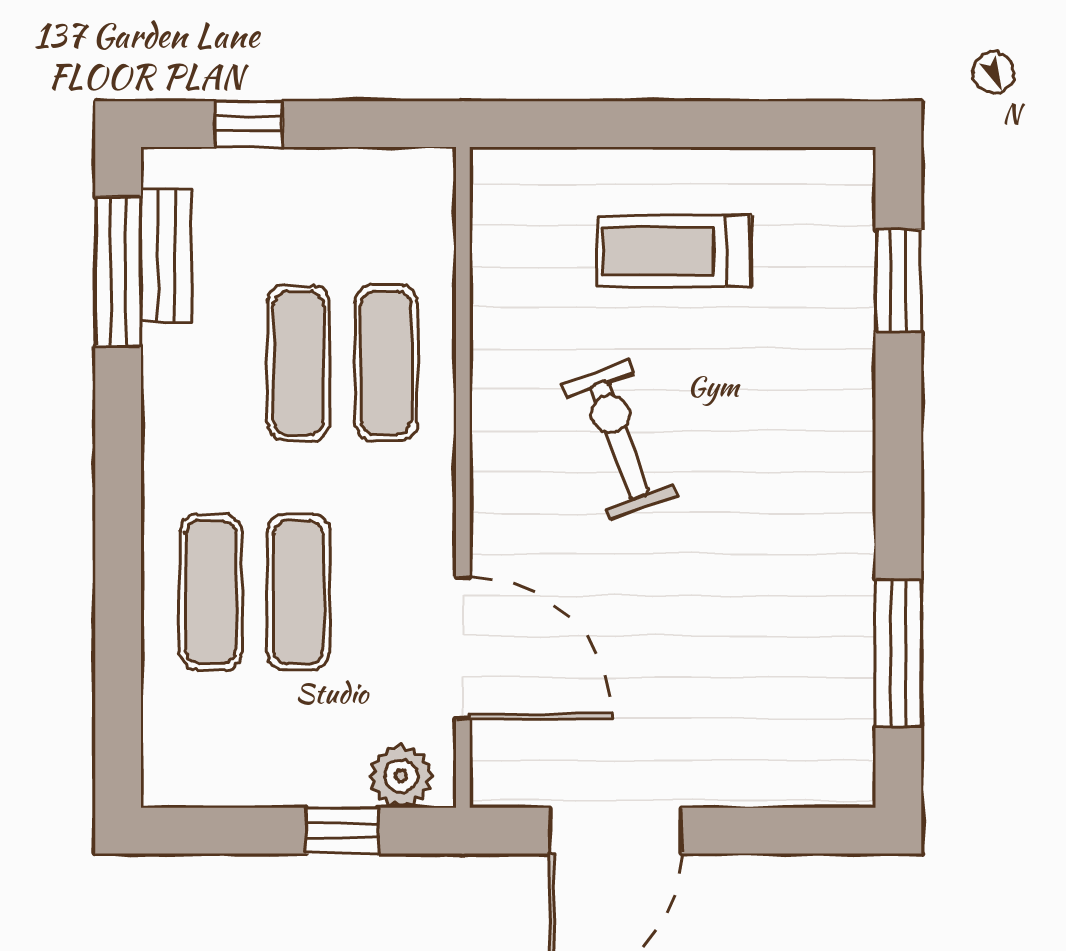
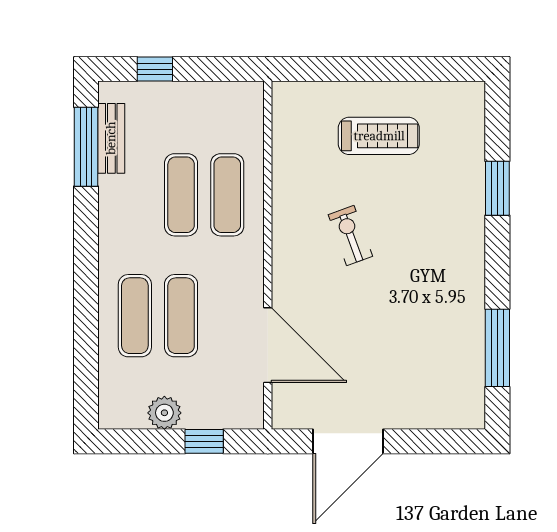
treadmill: (674, 251) -> (379, 136), turned 180
window: (898, 281) -> (497, 188), moved
exercise bike: (620, 440) -> (350, 235), width x0.73, depth x0.72
plant: (401, 776) -> (164, 413), moved

